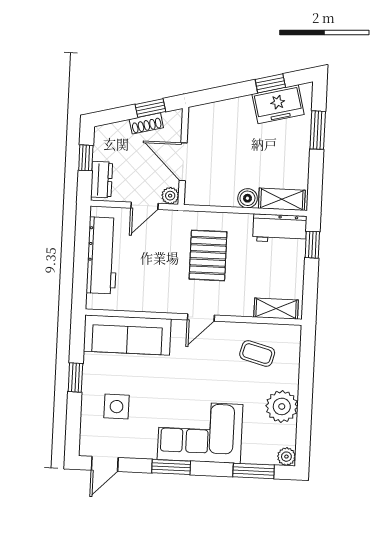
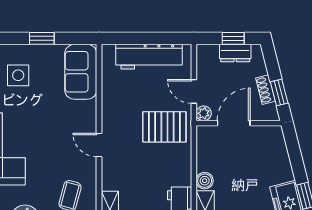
dresser: (102, 180) -> (235, 53), moved
pallet: (208, 255) -> (164, 127), moved
sofa: (127, 335) -> (81, 72), width x0.73

